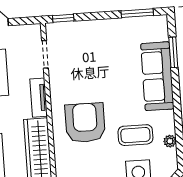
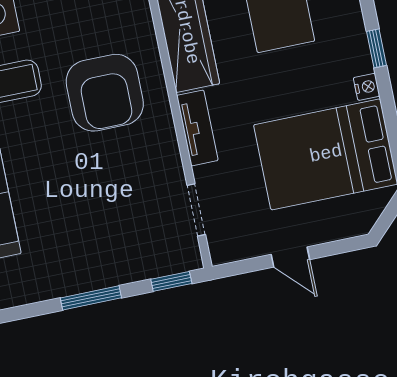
window: (137, 13) -> (91, 298), moved

